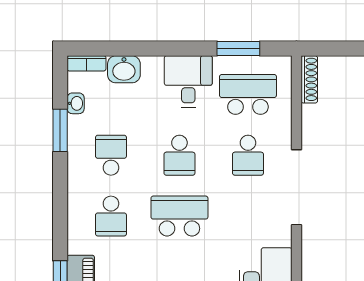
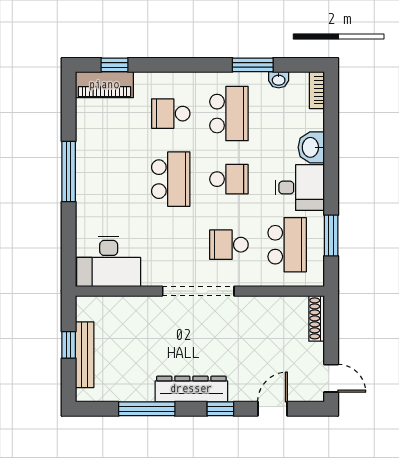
washbasin: (124, 69) -> (311, 147), moved
shoe rack: (309, 79) -> (317, 318), moved, turned 90
school desk: (111, 155) -> (229, 114), width x1.85
school desk: (179, 155) -> (229, 179), turned 180

